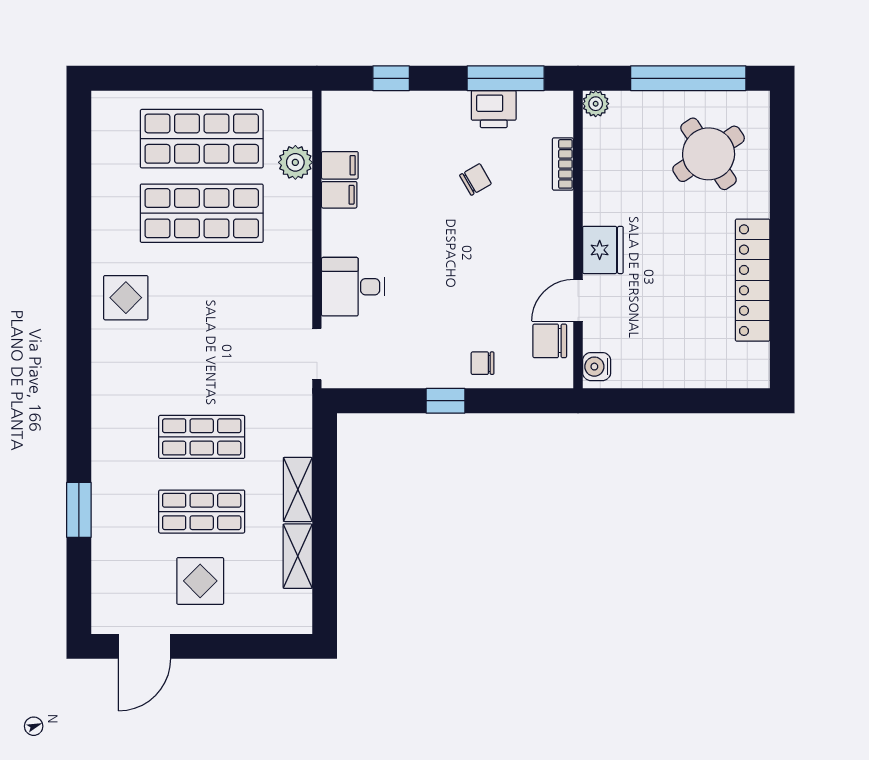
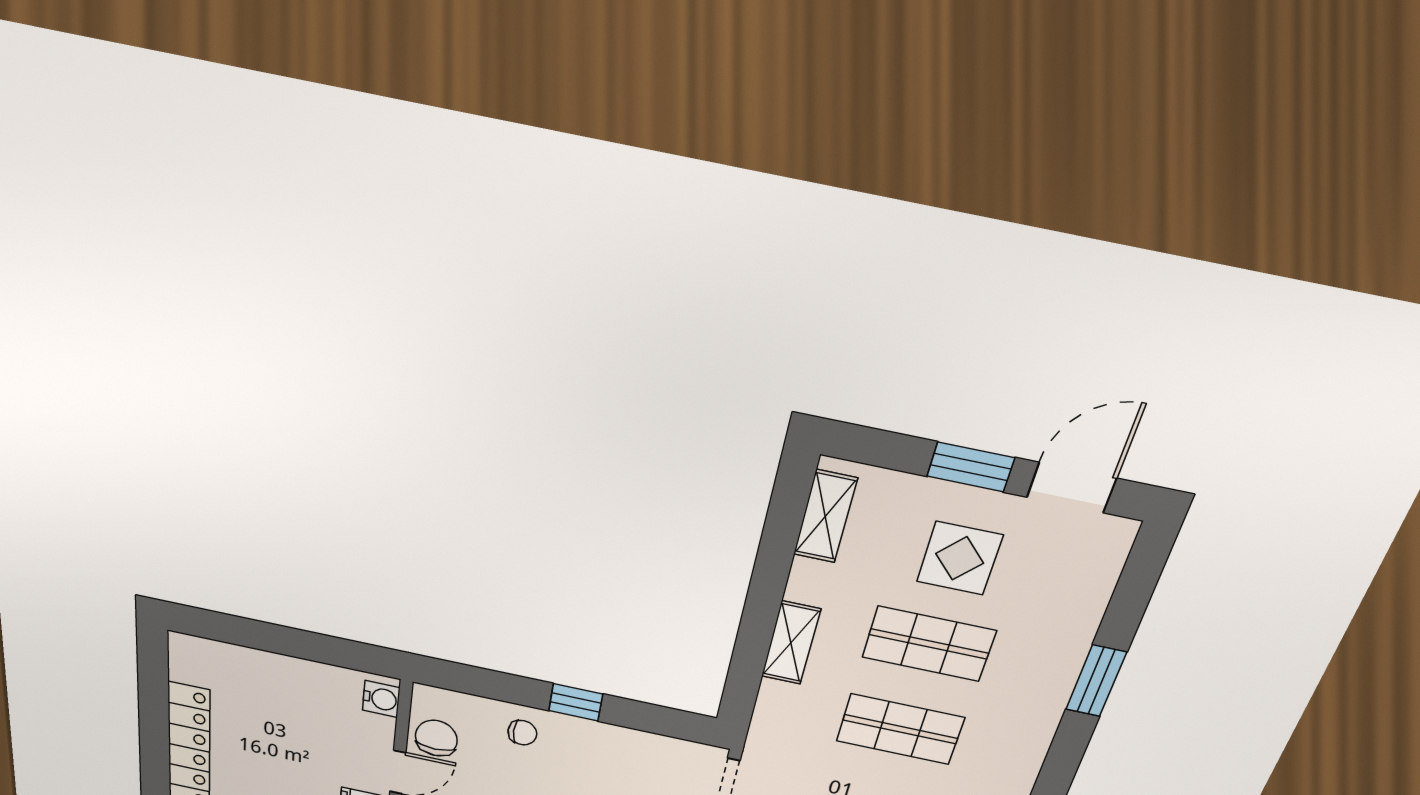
chair: (550, 341) -> (436, 738), turned -90
shelving: (298, 556) -> (825, 516), moved
window: (213, 646) -> (971, 467), added

